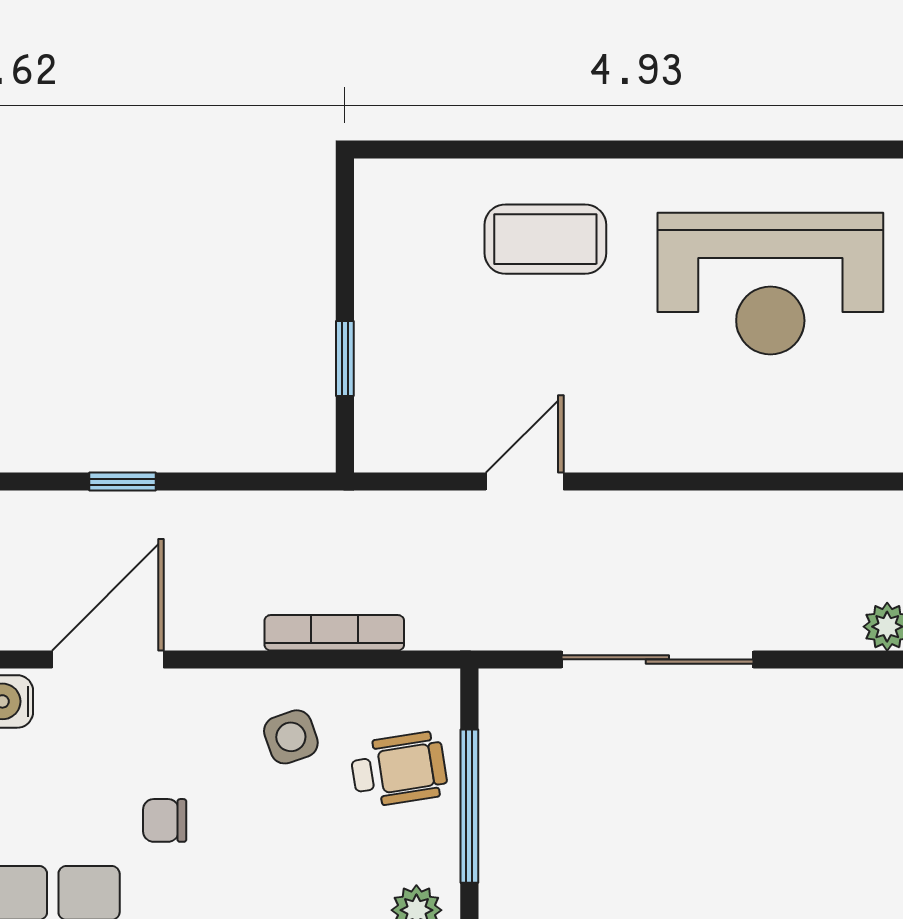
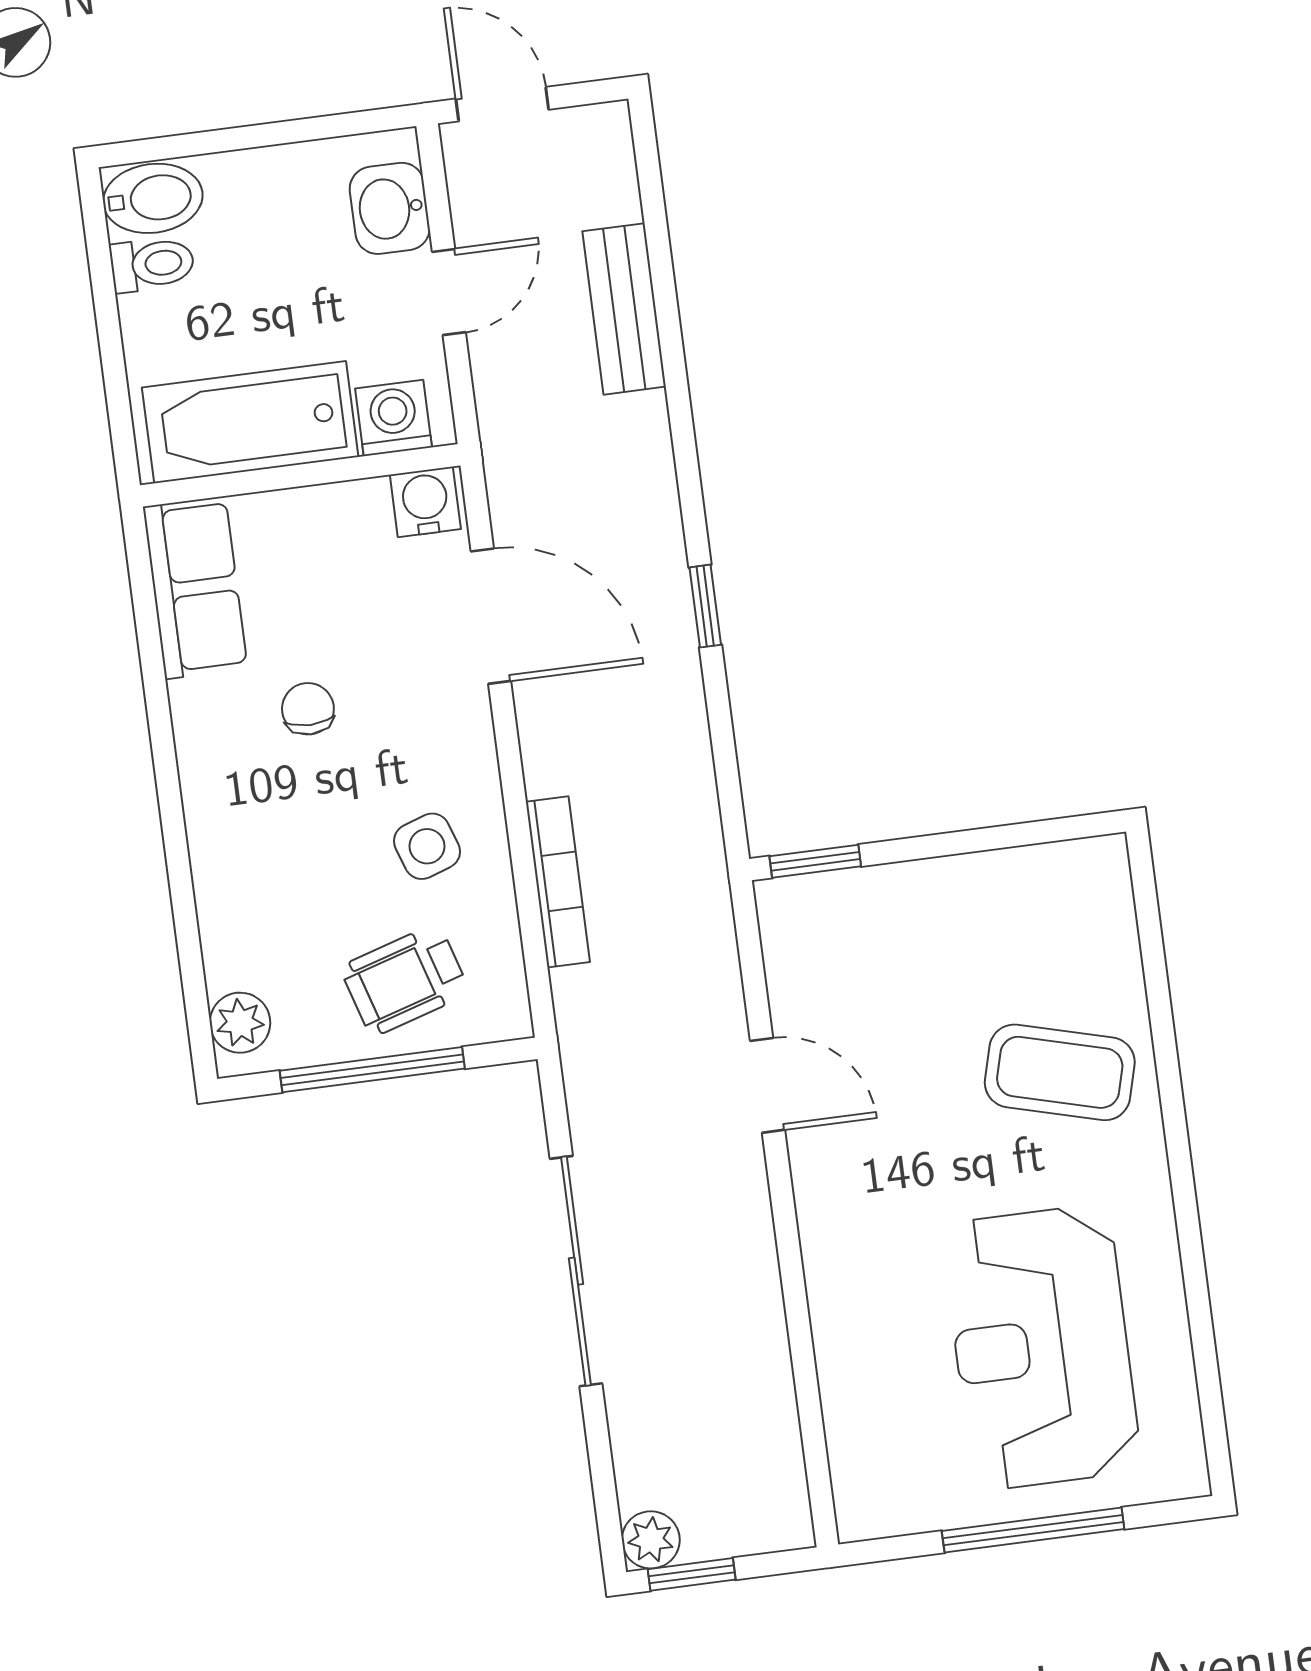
coffee table: (545, 239) -> (1060, 1072), turned -75
window: (345, 359) -> (815, 861), moved
wheelchair: (399, 769) -> (405, 980), turned 82

